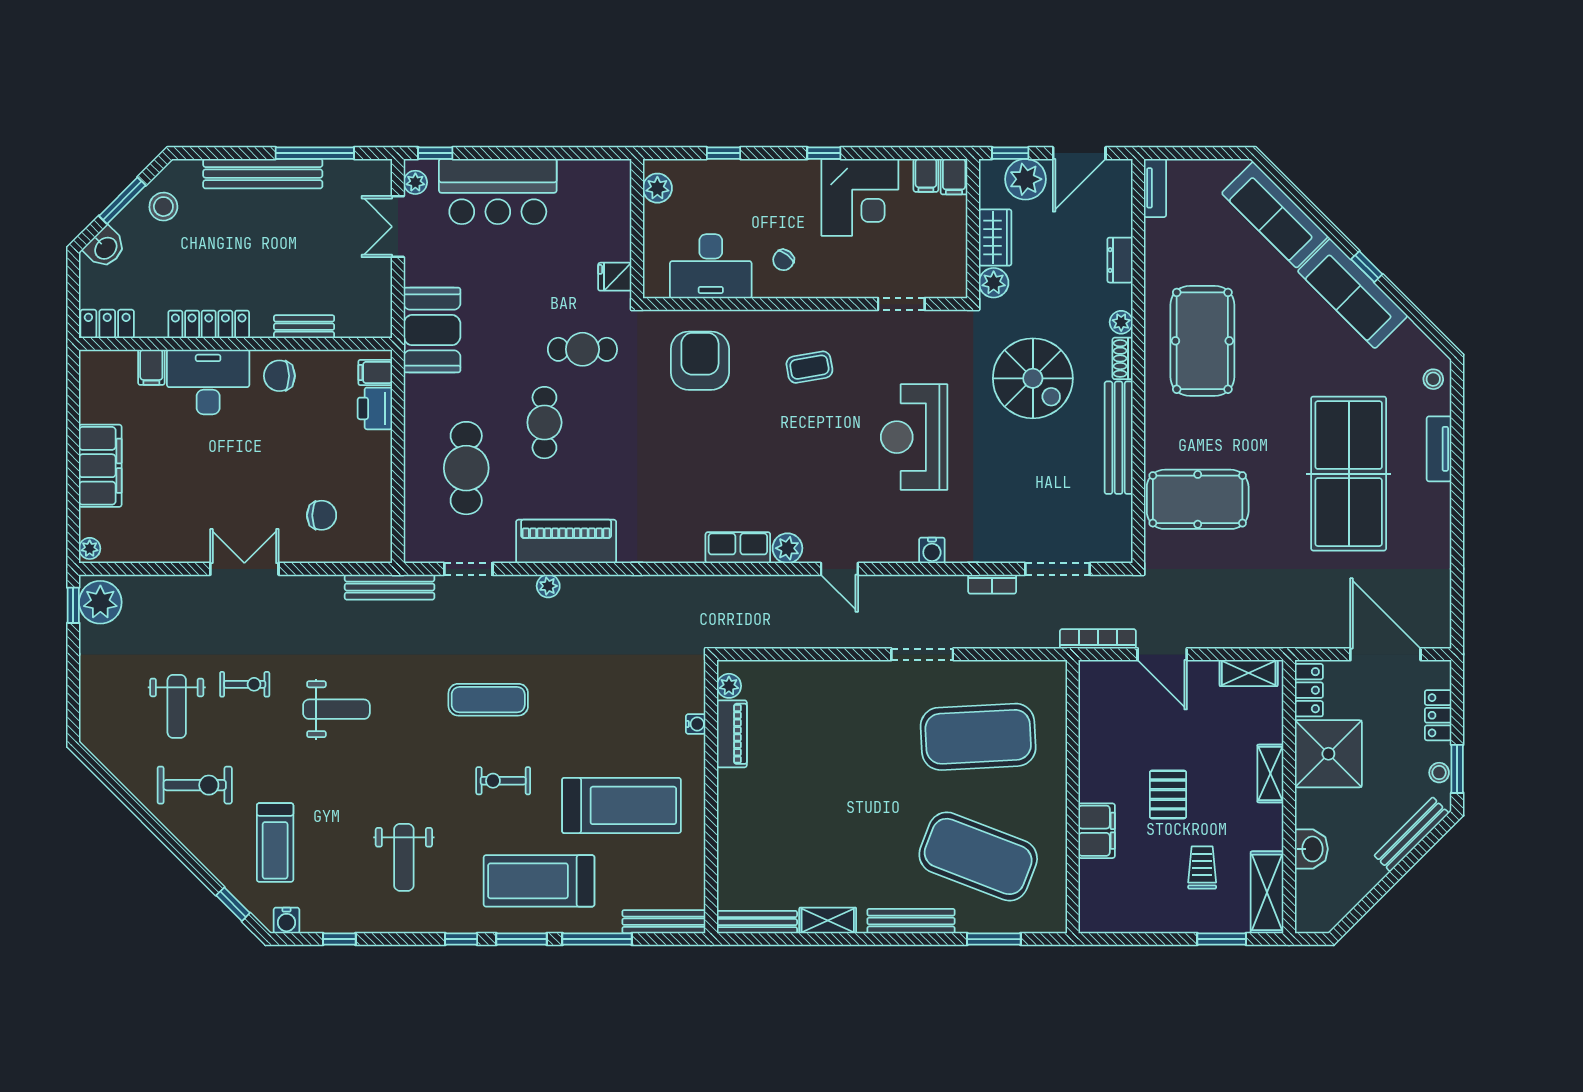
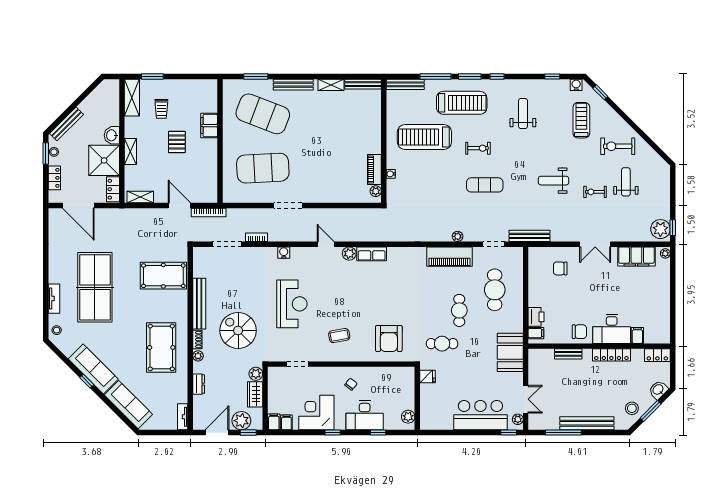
desk: (711, 266) -> (365, 415), moved, turned 180
filing cabinet: (100, 466) -> (636, 256), moved, turned -90
washbasin: (1311, 849) -> (112, 135), moved

